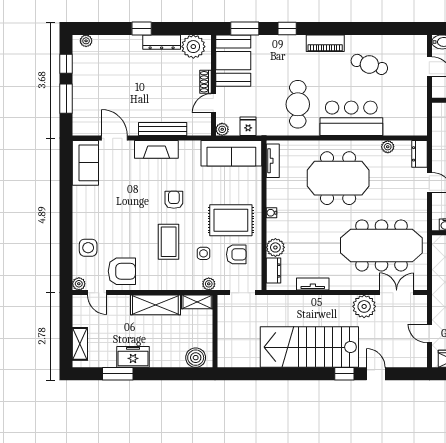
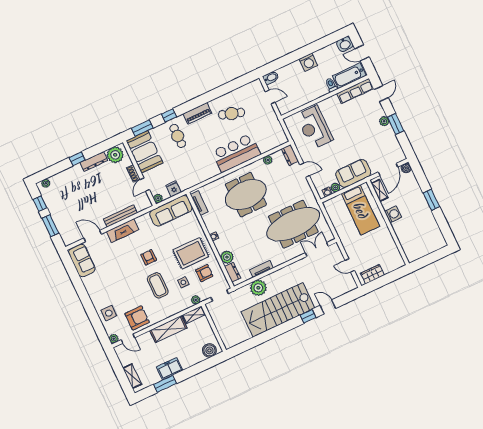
cafe table: (298, 104) -> (178, 136), moved, width x0.73, depth x0.74
plant: (364, 306) -> (258, 288), moved

